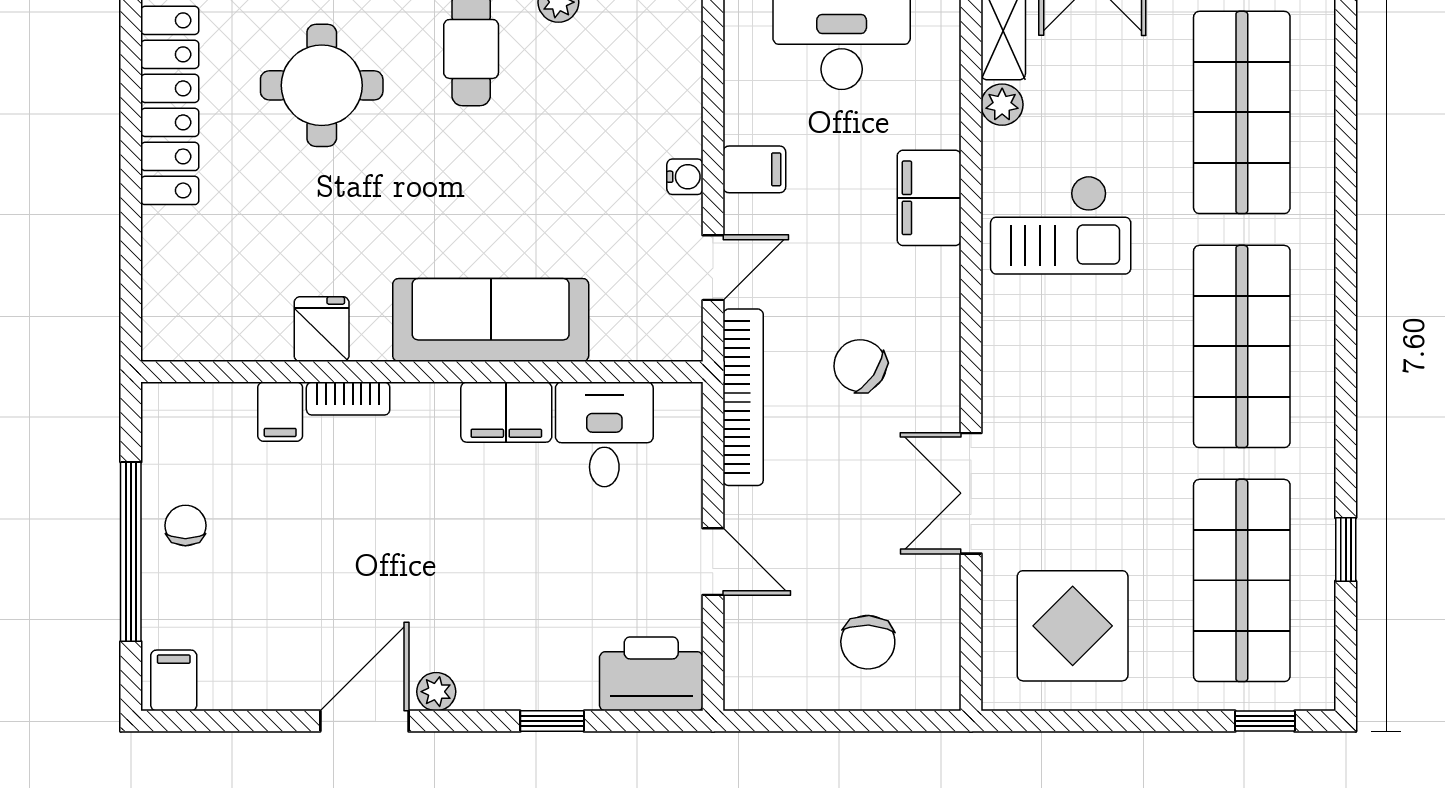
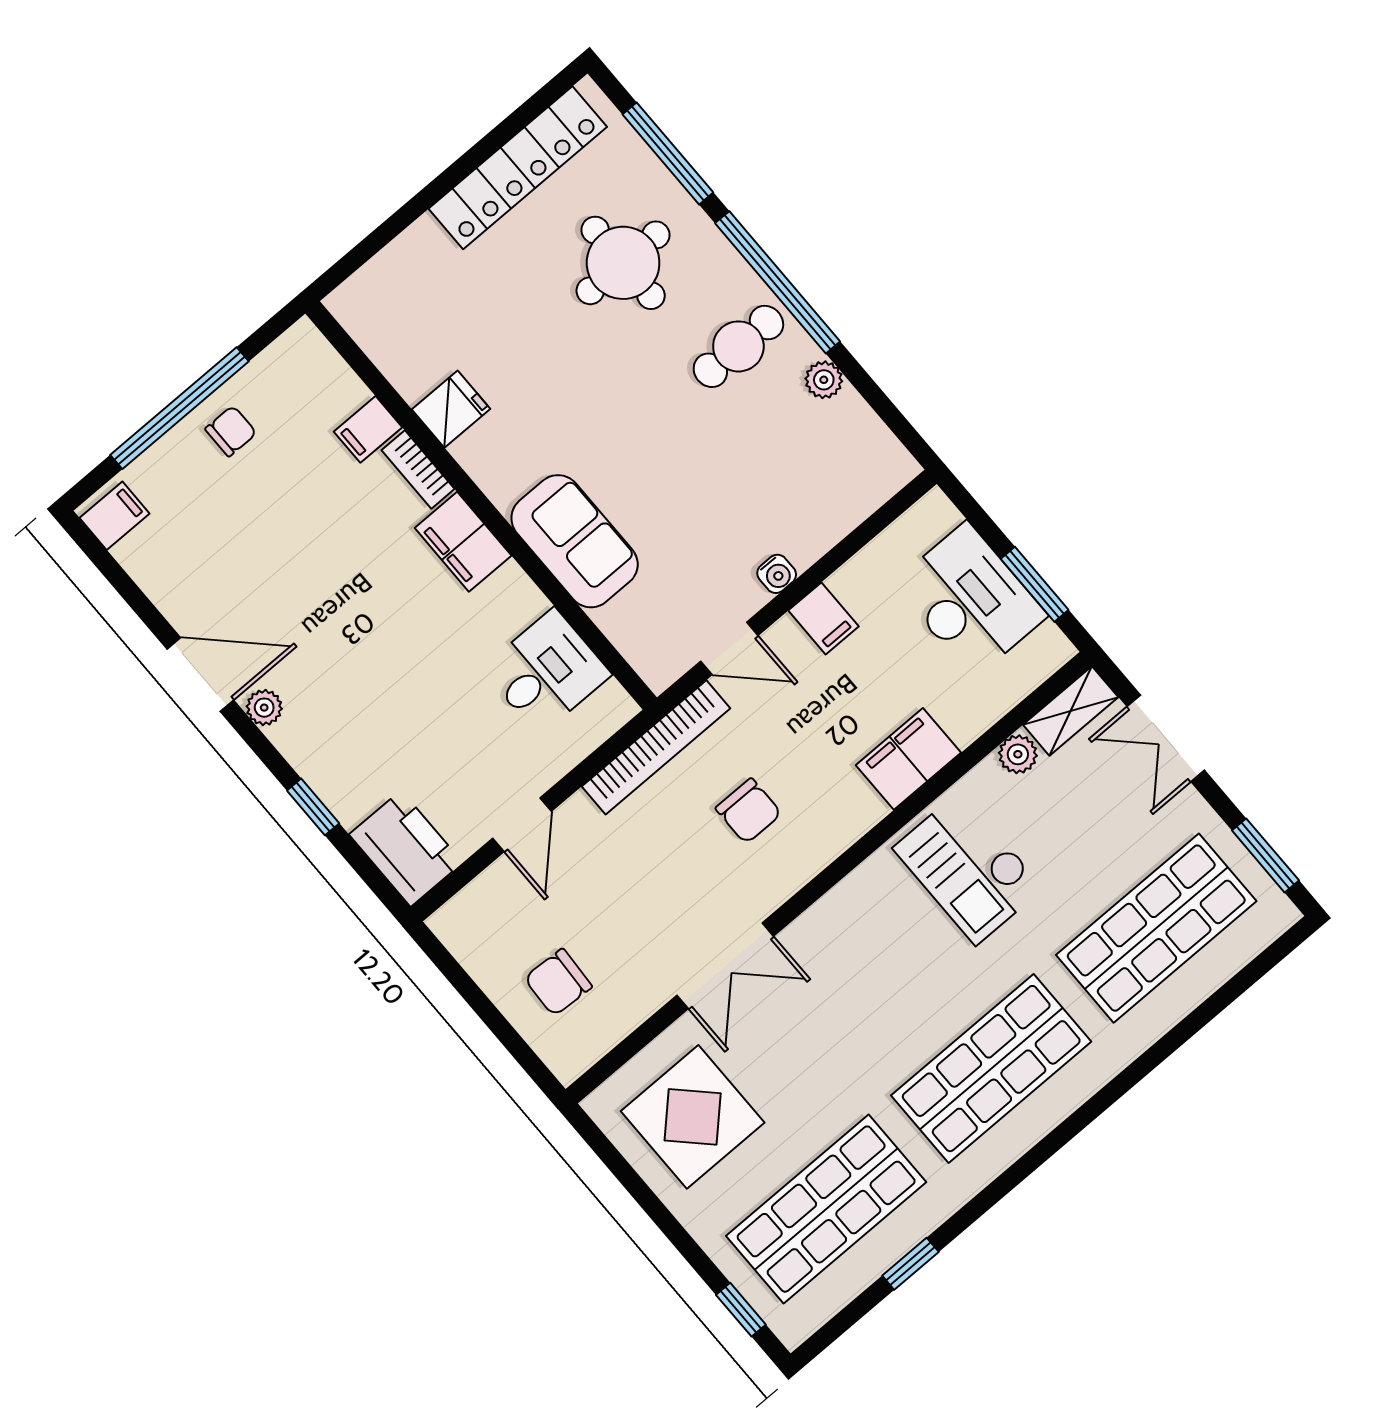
sofa: (491, 320) -> (575, 541), width x0.73
chair: (860, 366) -> (749, 811), turned 146
filing cabinet: (506, 412) -> (463, 542), moved
double door: (971, 493) -> (725, 966), swing flipped

